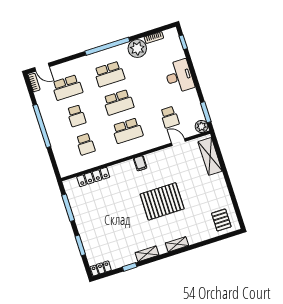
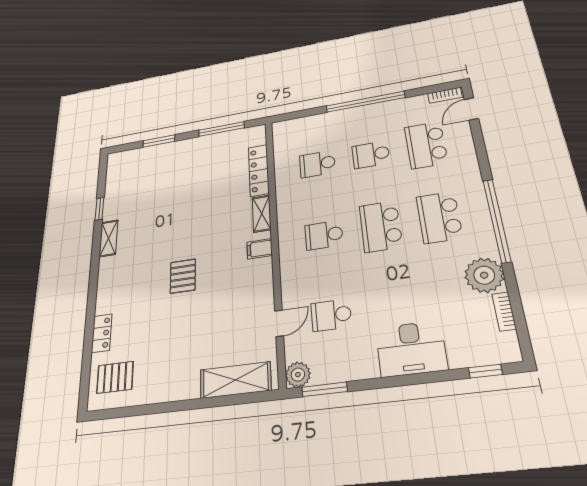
school desk: (128, 131) -> (324, 235), width x0.54
pallet: (162, 201) -> (183, 276), width x0.49, depth x0.50
shelving: (177, 244) -> (262, 214), moved
locker: (101, 268) -> (102, 333), moved

